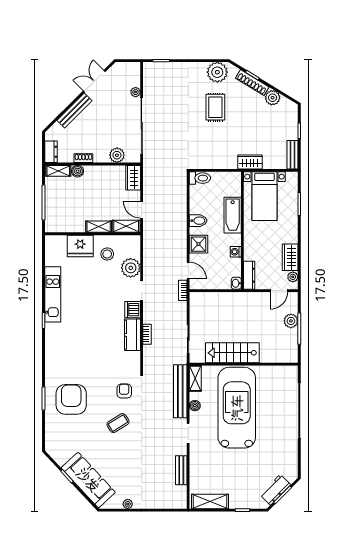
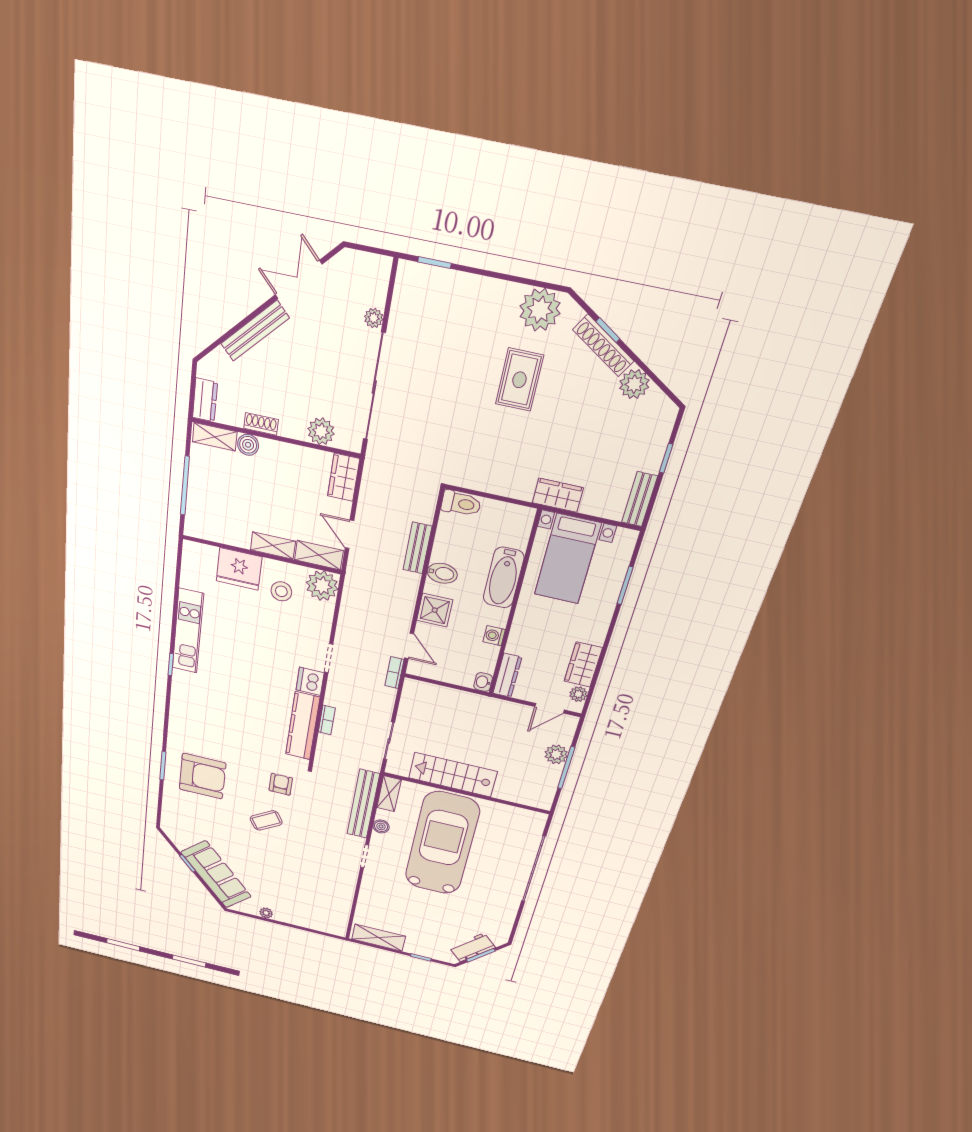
plant: (131, 268) -> (322, 586), moved
kitchen counter: (132, 335) -> (303, 726), width x1.50
armchair: (71, 399) -> (202, 776), turned 90
bench: (181, 470) -> (417, 548), moved

